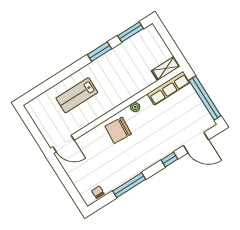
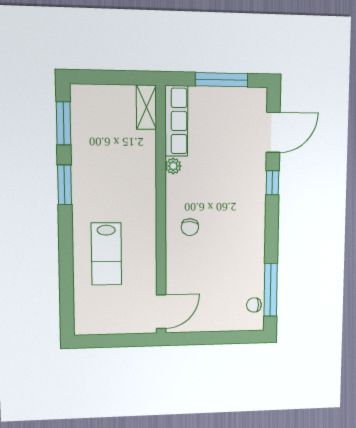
window: (205, 98) -> (221, 80), width x0.68
plant: (135, 107) -> (173, 166), moved
chair: (118, 130) -> (190, 227), width x0.54, depth x0.54
window: (129, 185) -> (271, 290), moved

